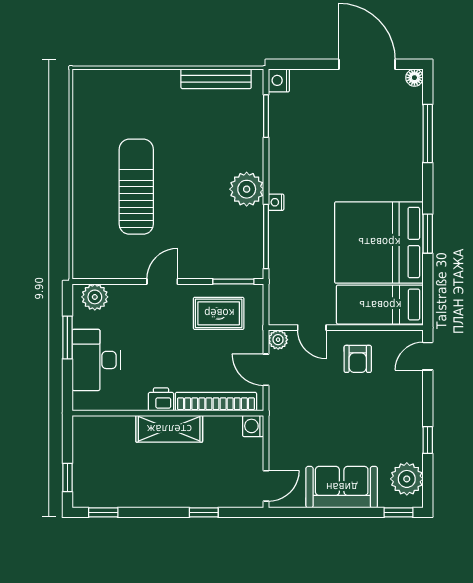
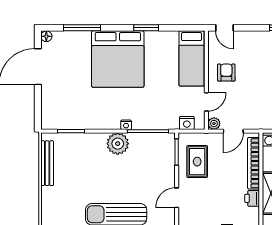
nightstand: (279, 80) -> (187, 123), moved
bed: (379, 242) -> (118, 59), moved
door: (162, 281) -> (177, 198), hinge flipped
armchair: (358, 359) -> (226, 73), turned -90

